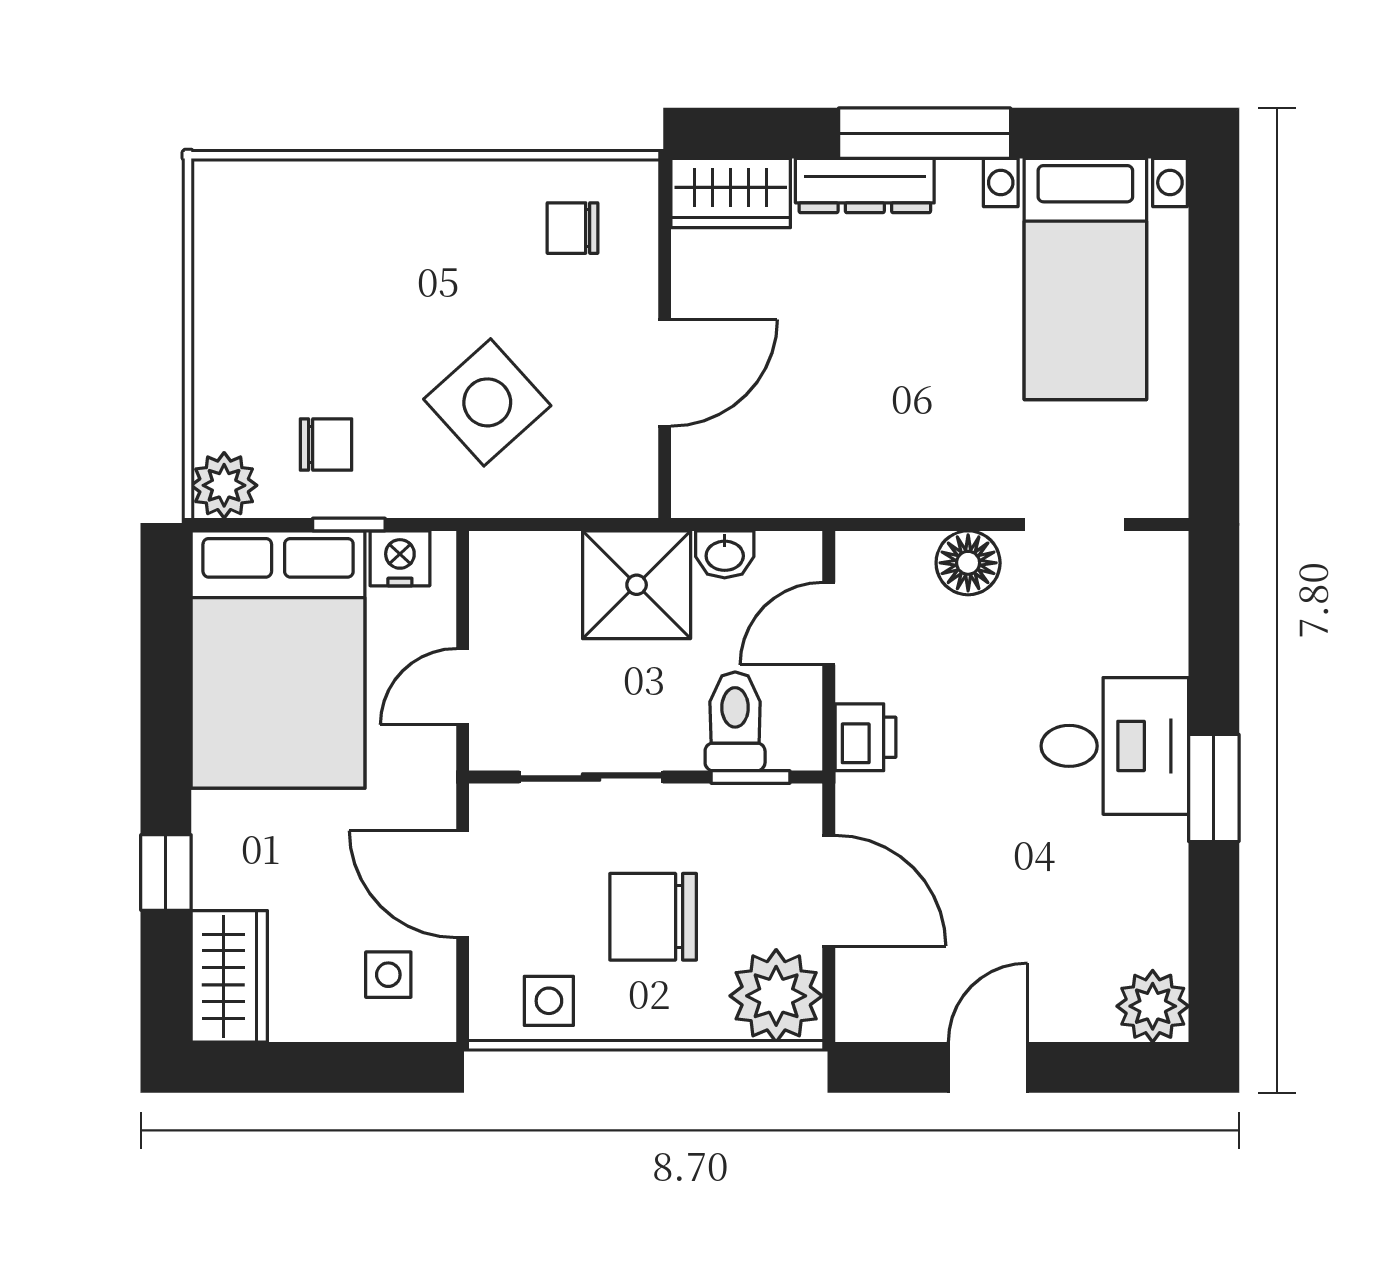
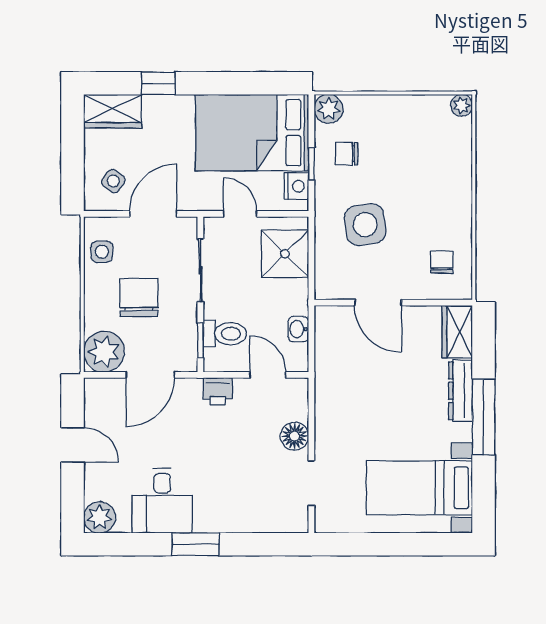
plant: (216, 183) -> (462, 105), added
side table: (487, 402) -> (365, 225), turned 34
chair: (326, 444) -> (347, 154), turned 90
shower: (637, 585) -> (285, 254), moved
desk: (1115, 746) -> (162, 501), moved
side table: (388, 975) -> (113, 181), turned 35

